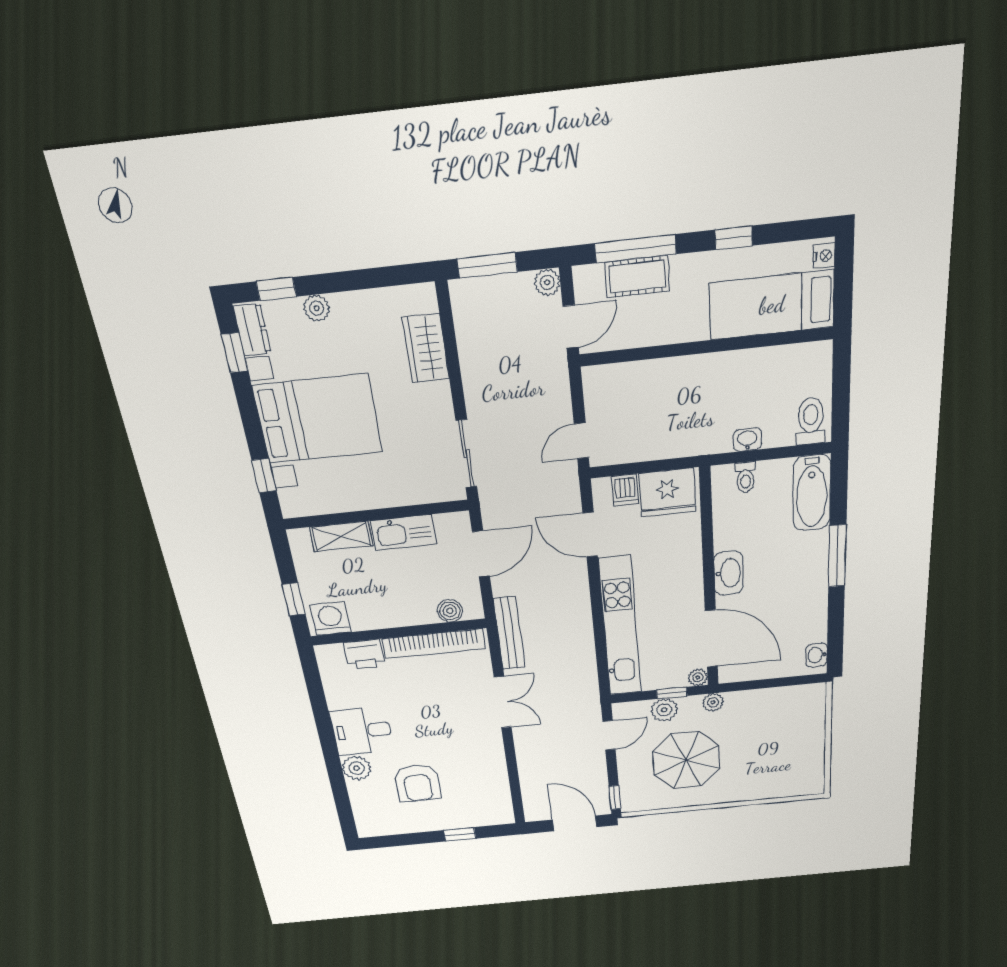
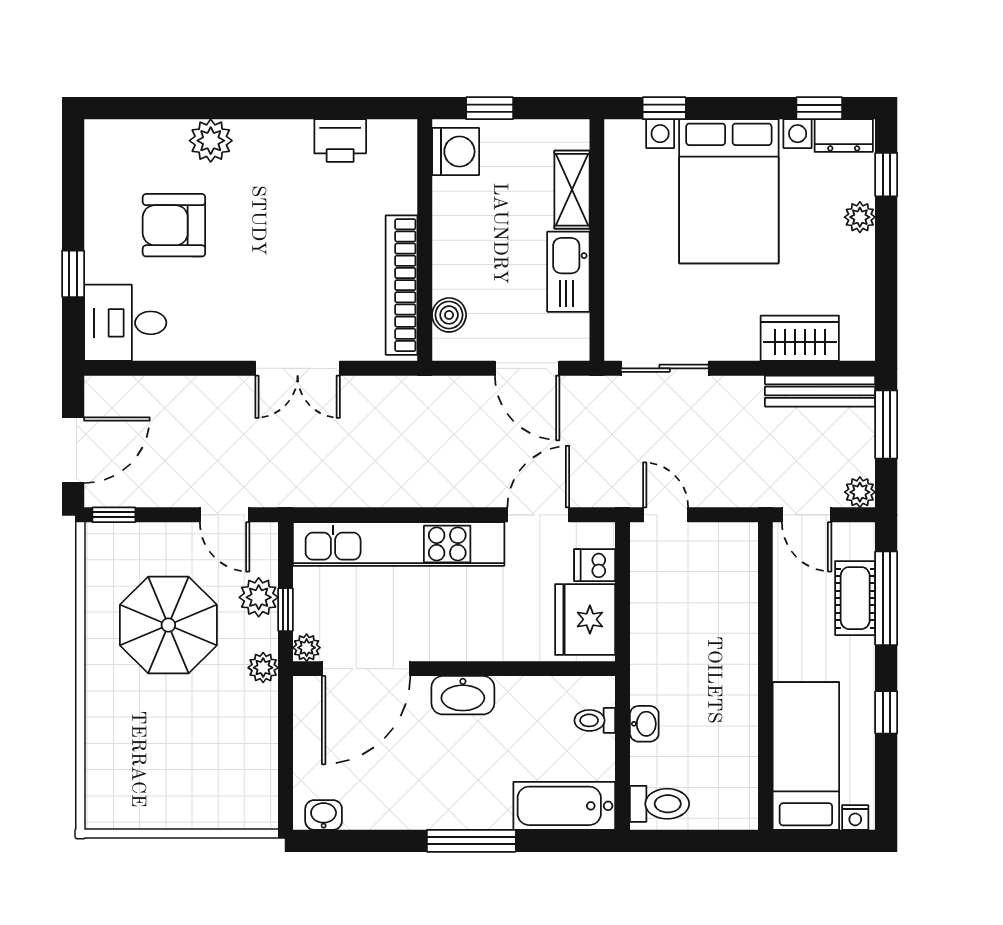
bench: (509, 633) -> (820, 391), moved
printer: (364, 654) -> (340, 141), moved, turned -90
desk: (362, 731) -> (125, 323), moved, turned -90

